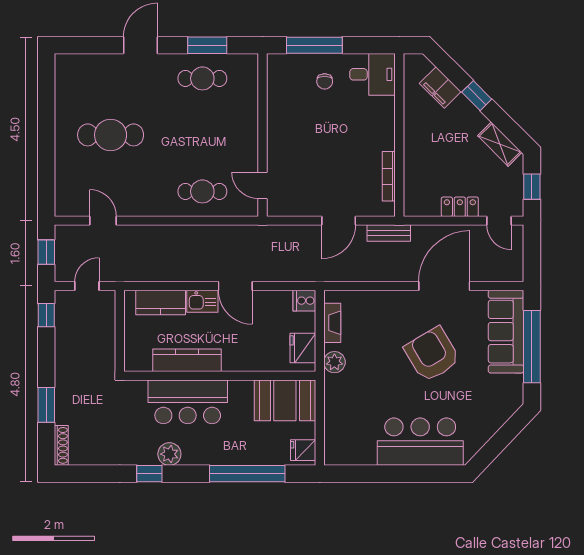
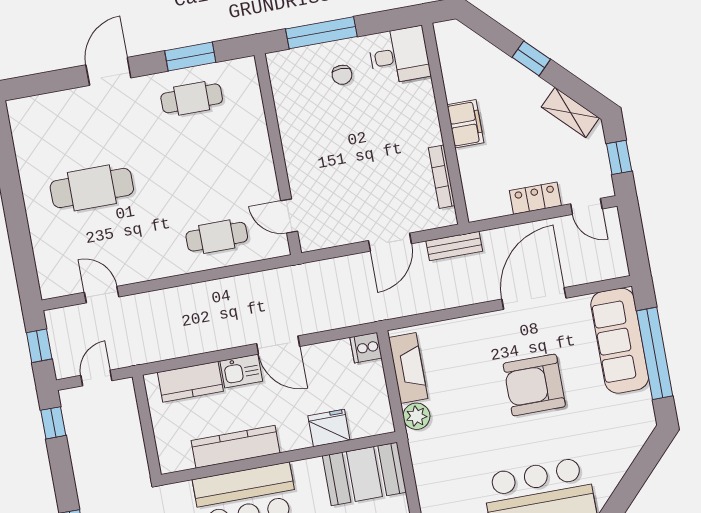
filing cabinet: (440, 87) -> (465, 124), moved, turned -135
fireplace: (332, 323) -> (408, 368), width x1.37, depth x1.32
fridge: (303, 348) -> (329, 428), moved, turned 90
armchair: (432, 354) -> (534, 385), turned -59

